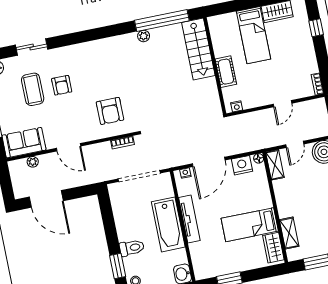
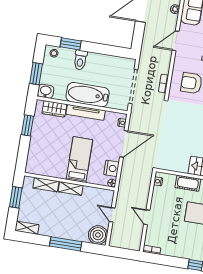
door: (209, 162) -> (124, 144), swing flipped
shelving: (275, 165) -> (71, 188), moved
bed: (250, 225) -> (79, 160), moved
wardrobe: (273, 248) -> (54, 109), moved, turned 180

